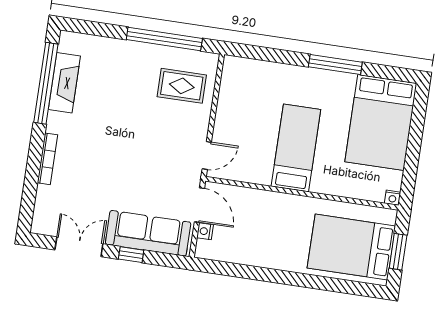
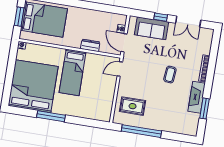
window: (46, 83) -> (205, 108), width x0.47
fireplace: (64, 83) -> (197, 97), moved
bed: (381, 122) -> (33, 86), width x1.36
coffee table: (112, 146) -> (170, 75), added
dresser: (263, 199) -> (90, 45), added
sofa: (148, 233) -> (151, 28), width x0.73

